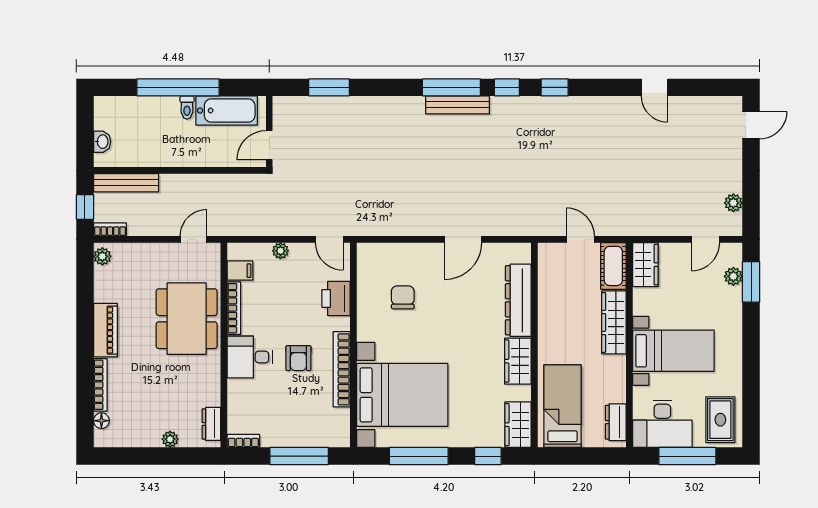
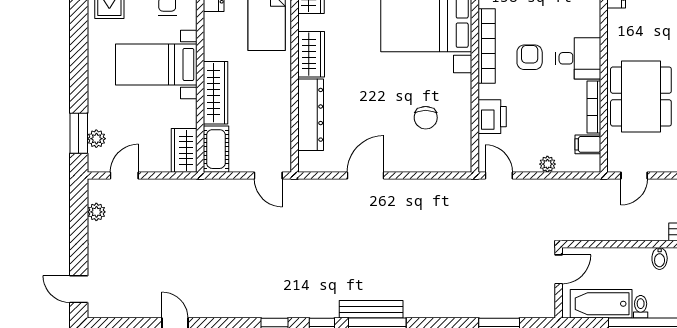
door: (751, 125) -> (79, 289), hinge flipped
bidet: (168, 156) -> (660, 258), added
door: (580, 239) -> (268, 175), moved

